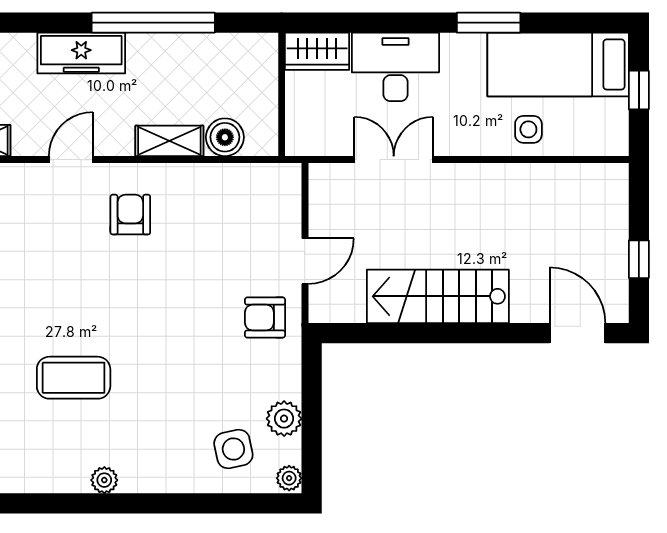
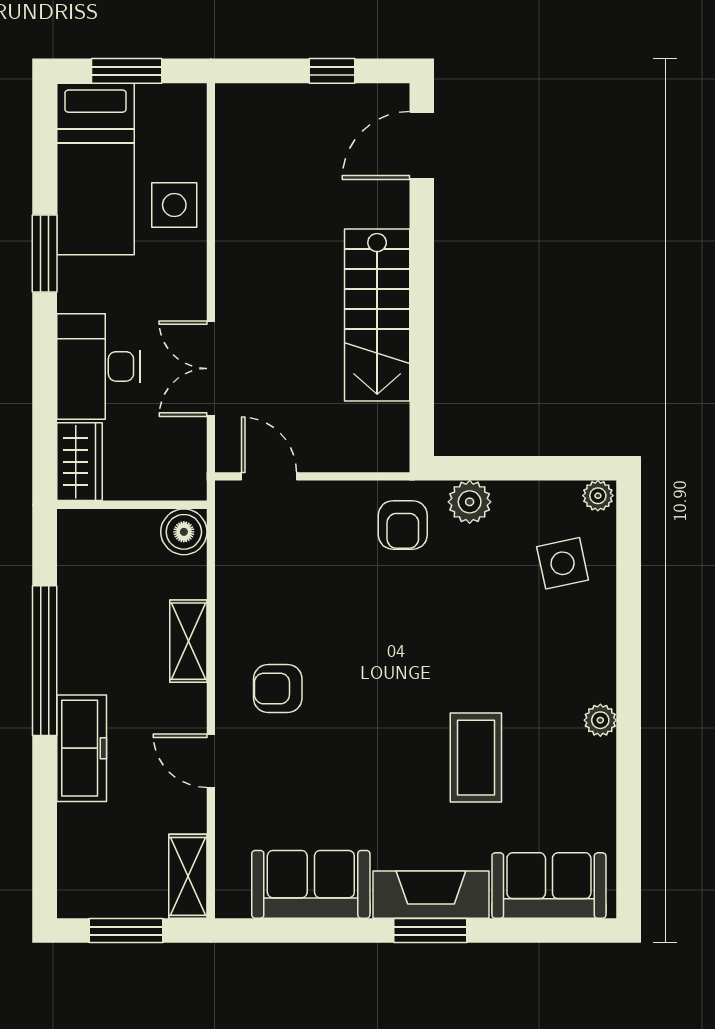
window: (639, 90) -> (127, 71), width x1.50
side table: (528, 129) -> (174, 205), width x1.37, depth x1.37
boiler: (225, 137) -> (184, 532), moved
door: (305, 261) -> (269, 476), moved
plant: (284, 419) -> (470, 502), moved

